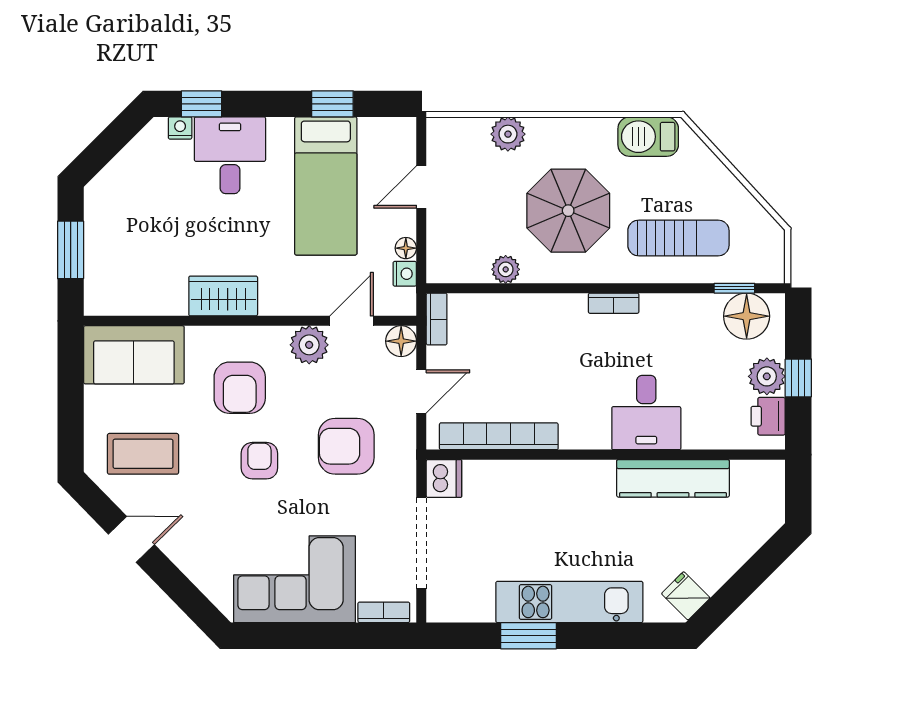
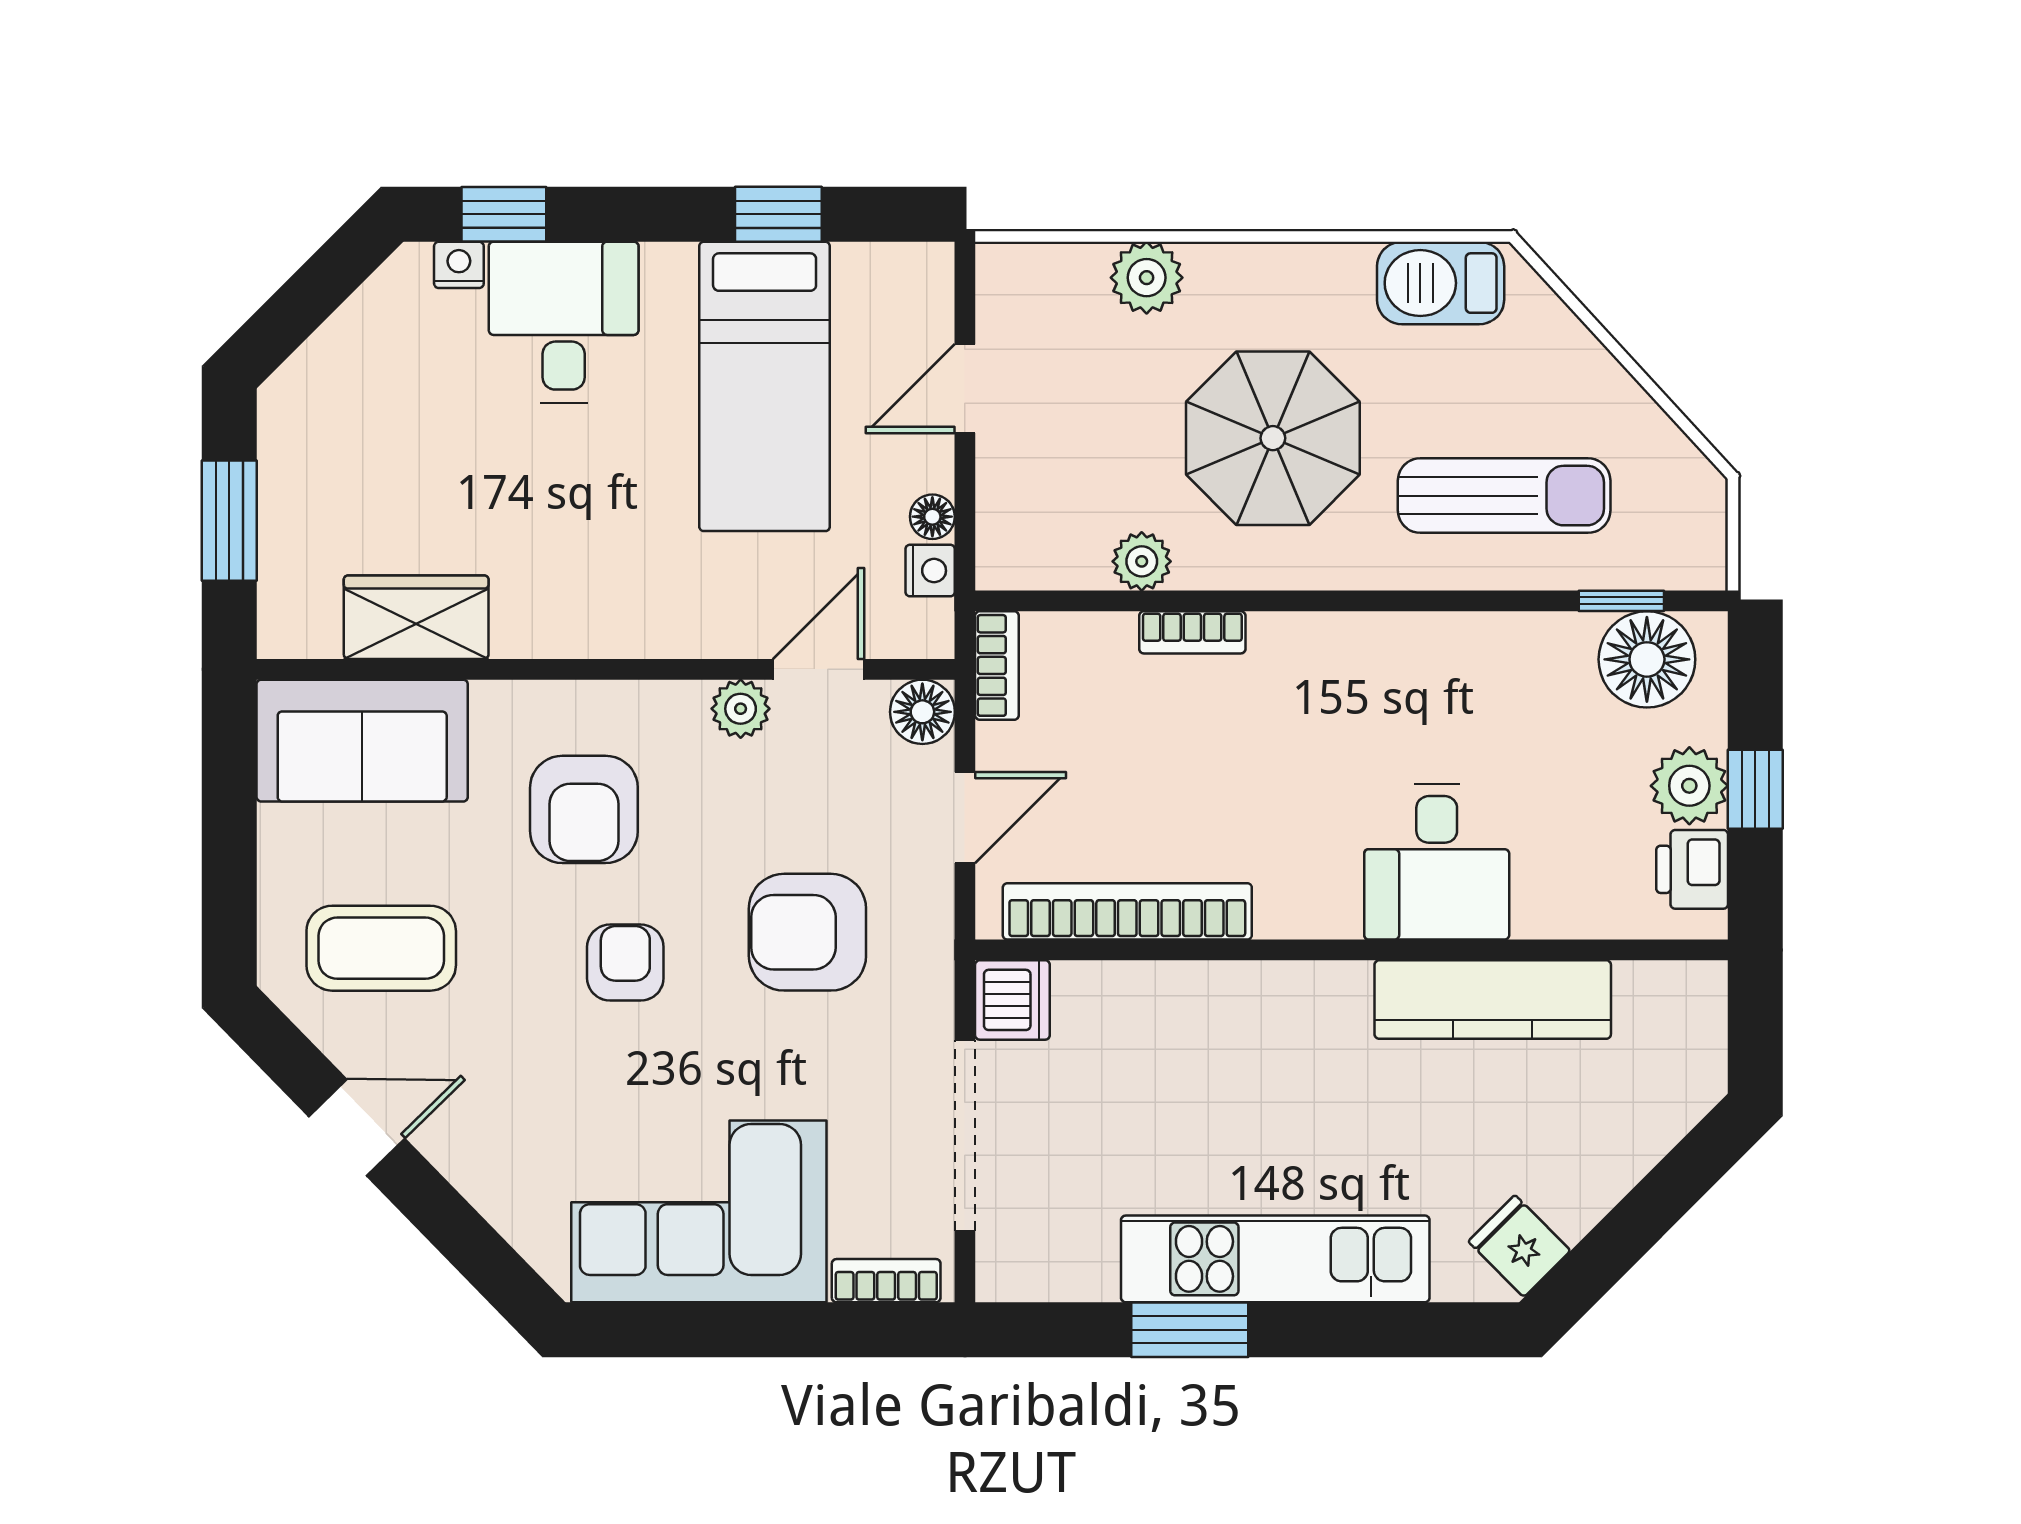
wardrobe: (223, 296) -> (416, 617), moved
bookcase: (614, 303) -> (1192, 632), moved
plant: (309, 345) -> (741, 709), width x0.73, depth x0.73

